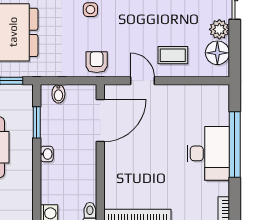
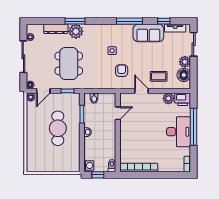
armchair: (97, 62) -> (122, 71), moved
plant: (190, 94) -> (168, 98), added
printer: (215, 96) -> (183, 99), added
door: (100, 121) -> (118, 113), width x0.53

